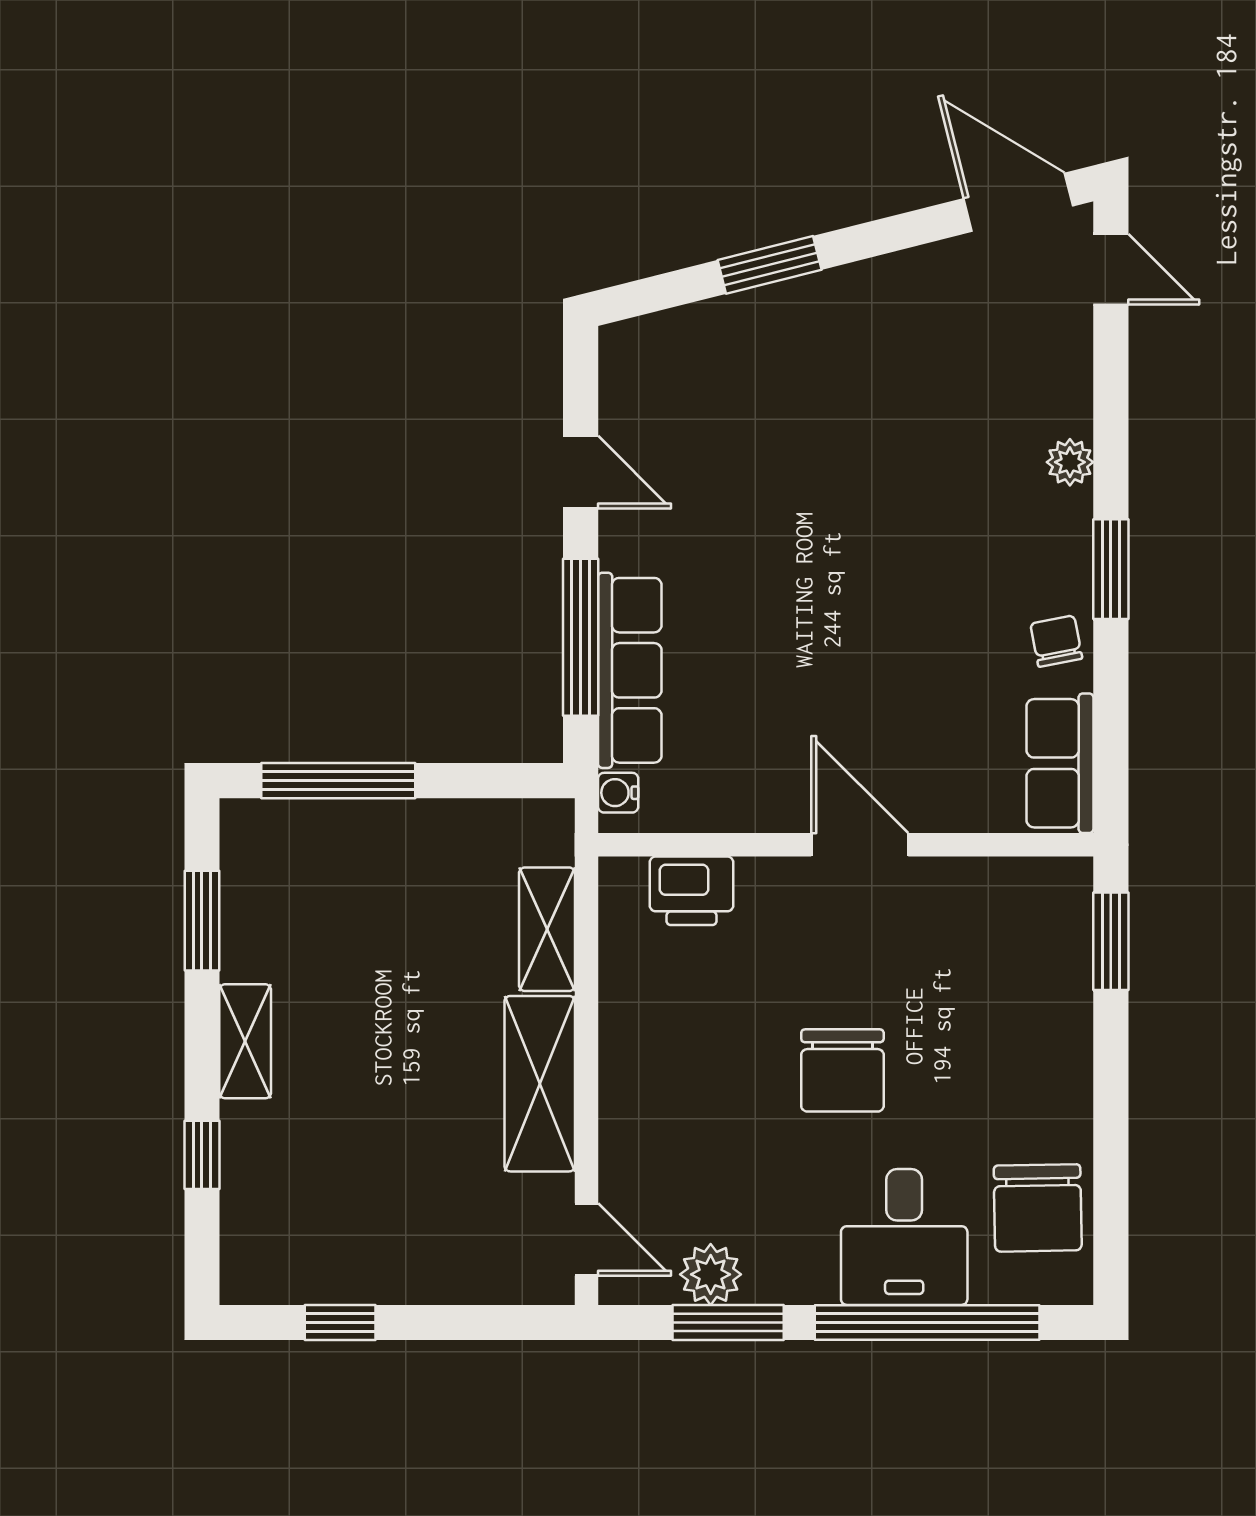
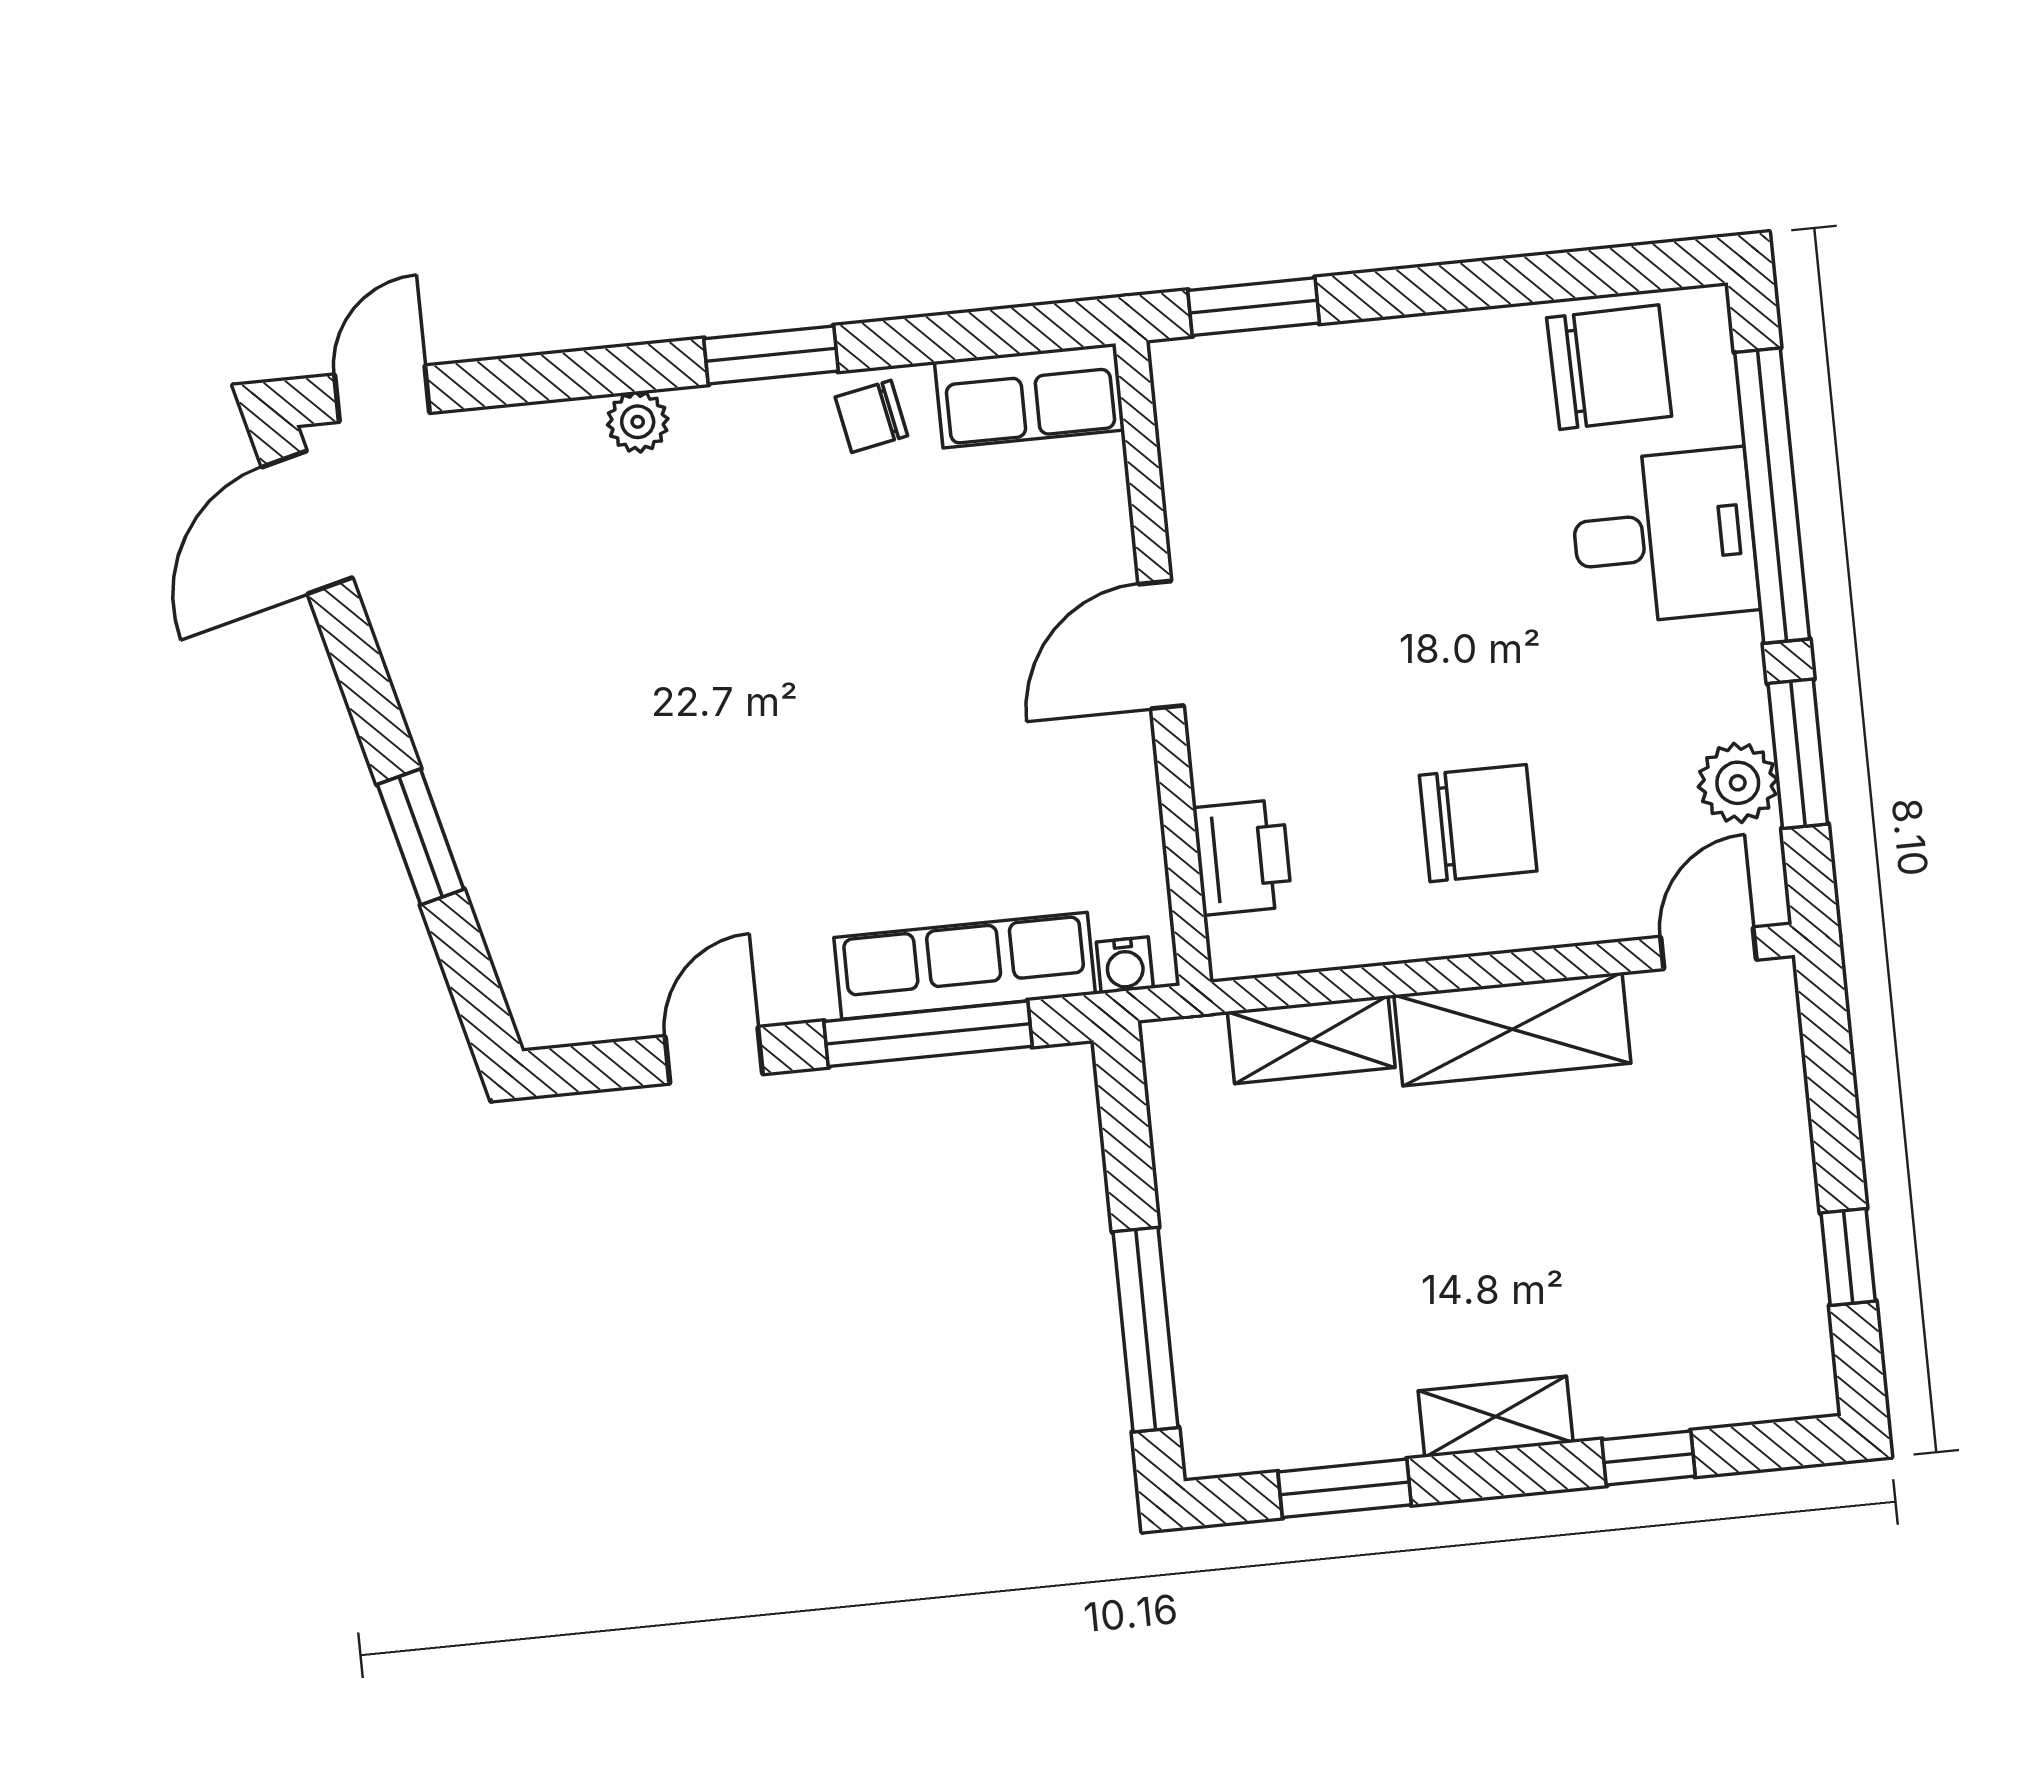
chair: (842, 1070) -> (1478, 823), moved

